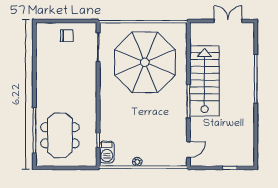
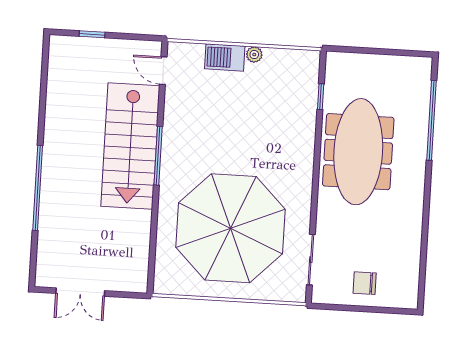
stairs: (205, 81) -> (130, 146), moved
meeting table: (60, 135) -> (358, 152), moved, width x1.36
door: (188, 150) -> (163, 71), hinge flipped
barbecue: (107, 152) -> (225, 57), moved, turned -90

